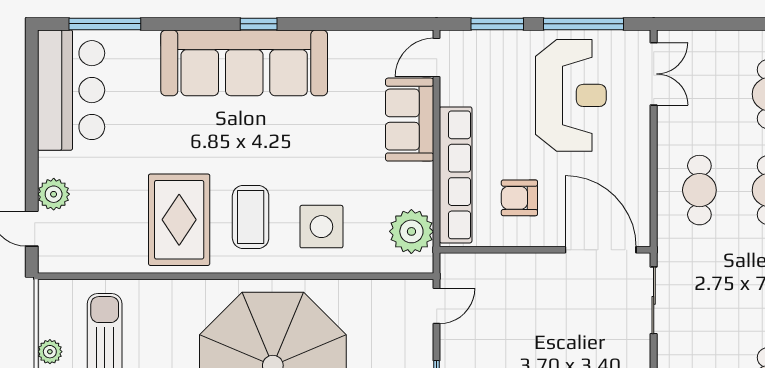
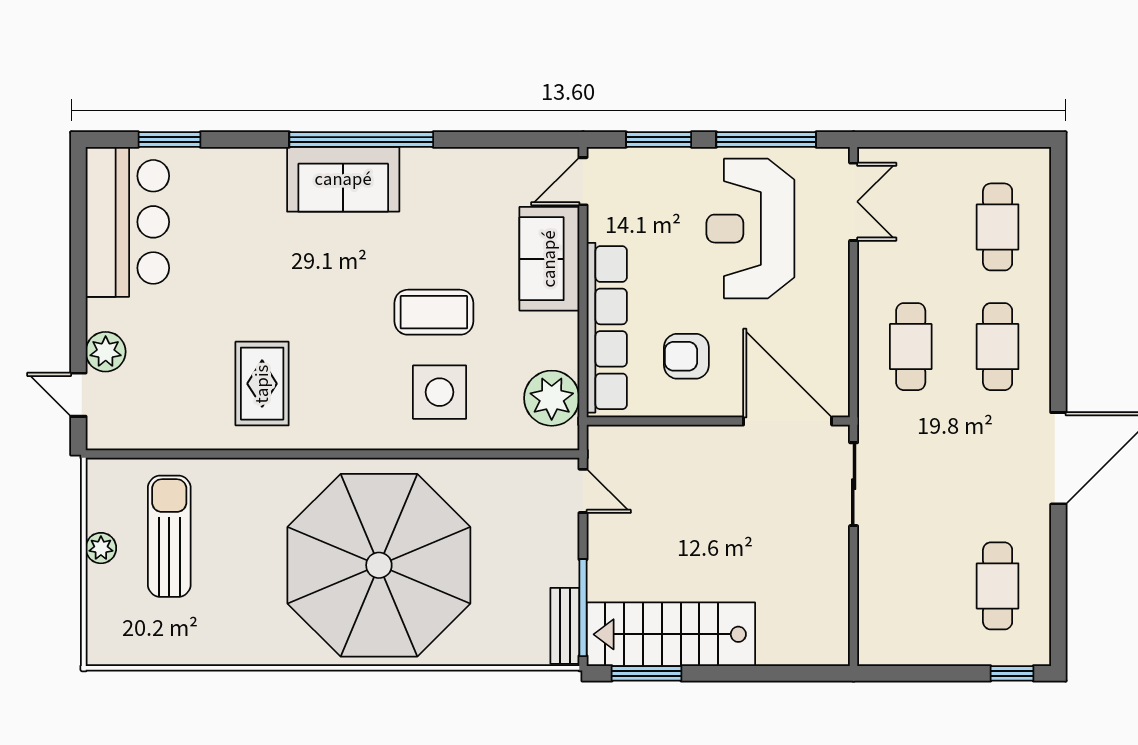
window: (105, 24) -> (169, 139), width x0.69
window: (259, 24) -> (361, 139), width x3.17
sofa: (244, 63) -> (343, 179), width x0.54, depth x0.79
reception desk: (571, 95) -> (750, 229), turned 180
coffee table: (251, 217) -> (434, 312), moved, turned 90
rug: (179, 220) -> (262, 384), width x0.73, depth x0.70
door: (437, 306) -> (583, 491), hinge flipped

